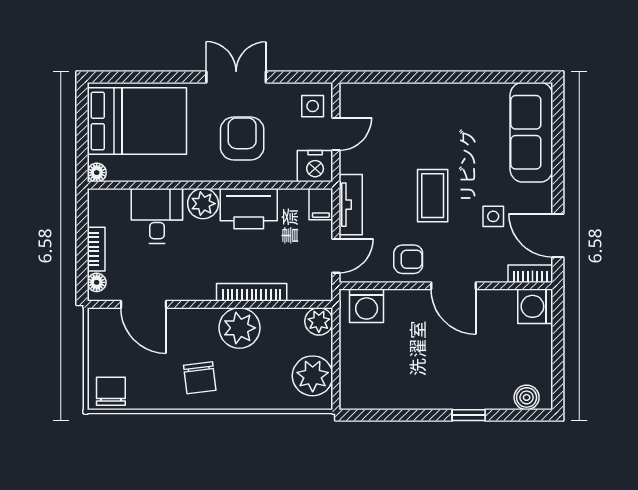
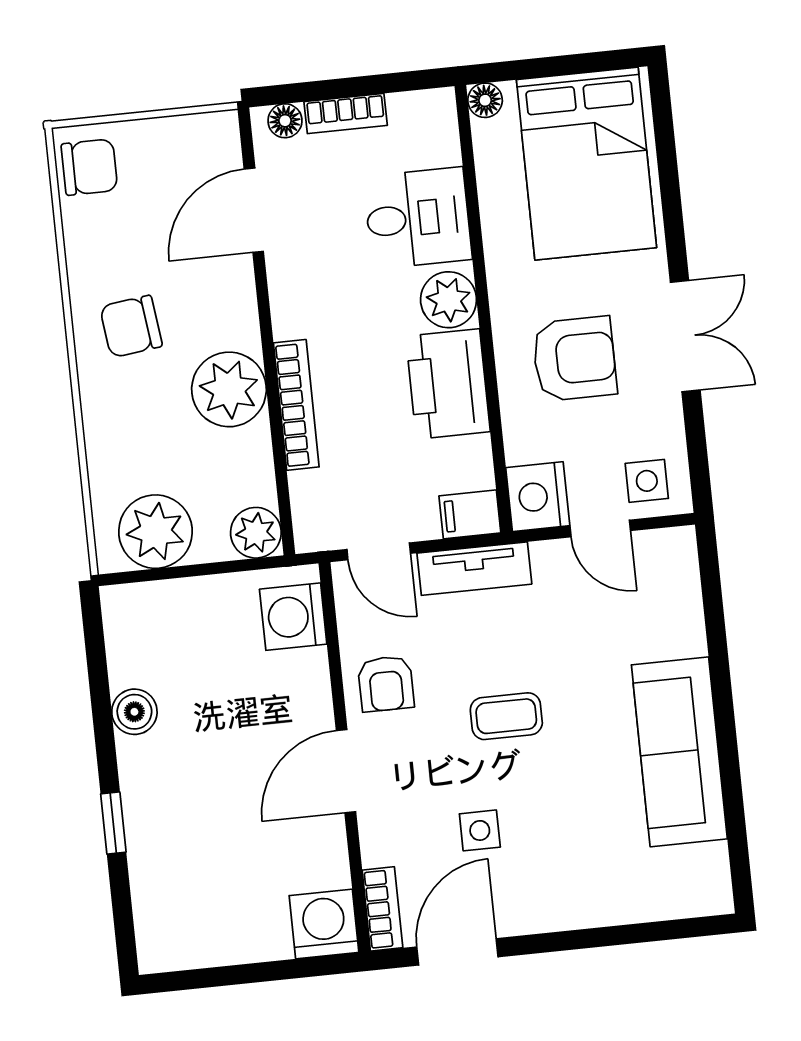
sofa: (531, 132) -> (679, 752), moved, turned -90
coffee table: (433, 196) -> (506, 716), width x0.73, depth x0.77
boiler: (527, 397) -> (134, 712), moved

